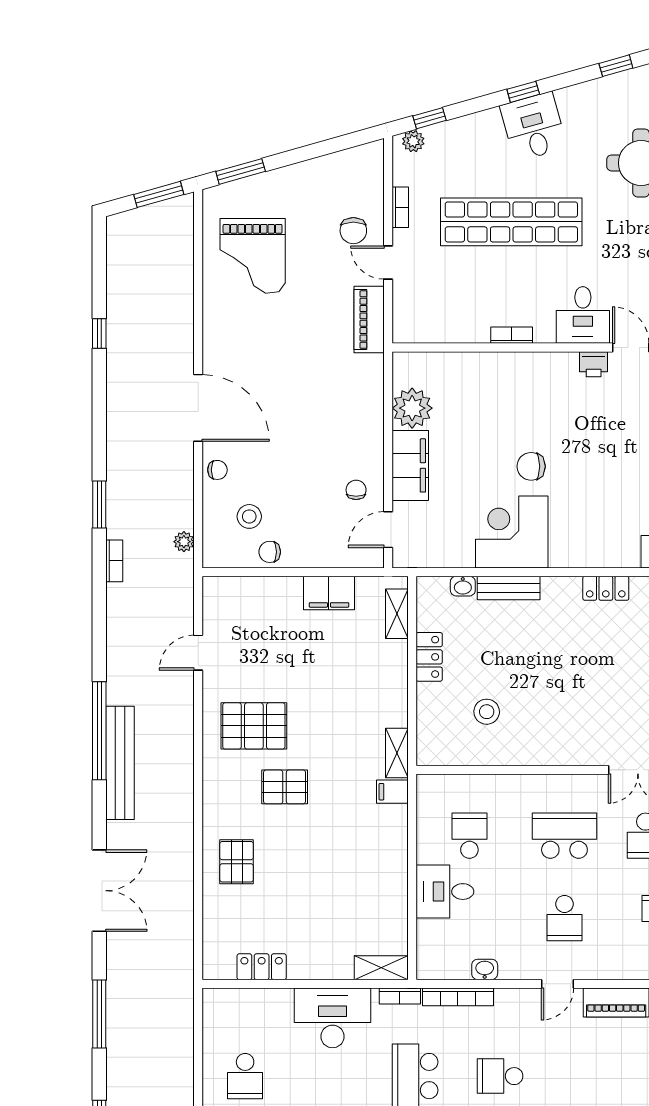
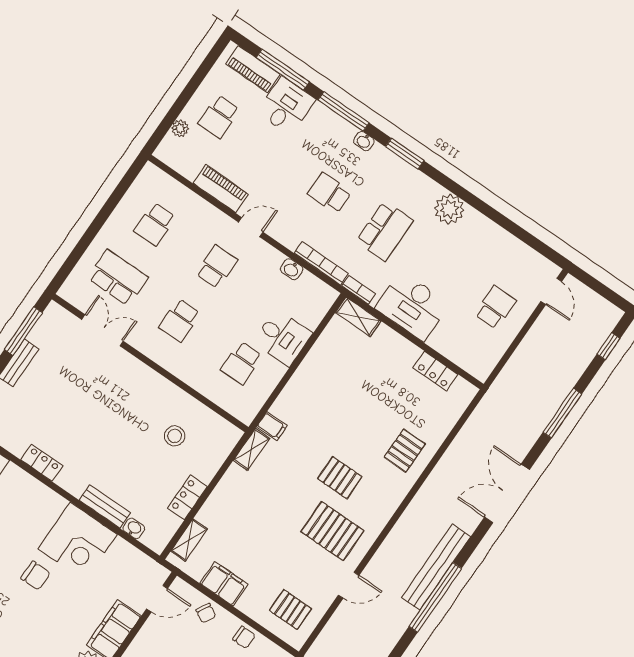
chair: (356, 490) -> (206, 613), moved, turned -60
pallet: (241, 614) -> (290, 610), added
door: (198, 653) -> (349, 585), moved
school desk: (564, 836) -> (180, 320), width x0.54
school desk: (500, 1076) -> (329, 193), turned 180

